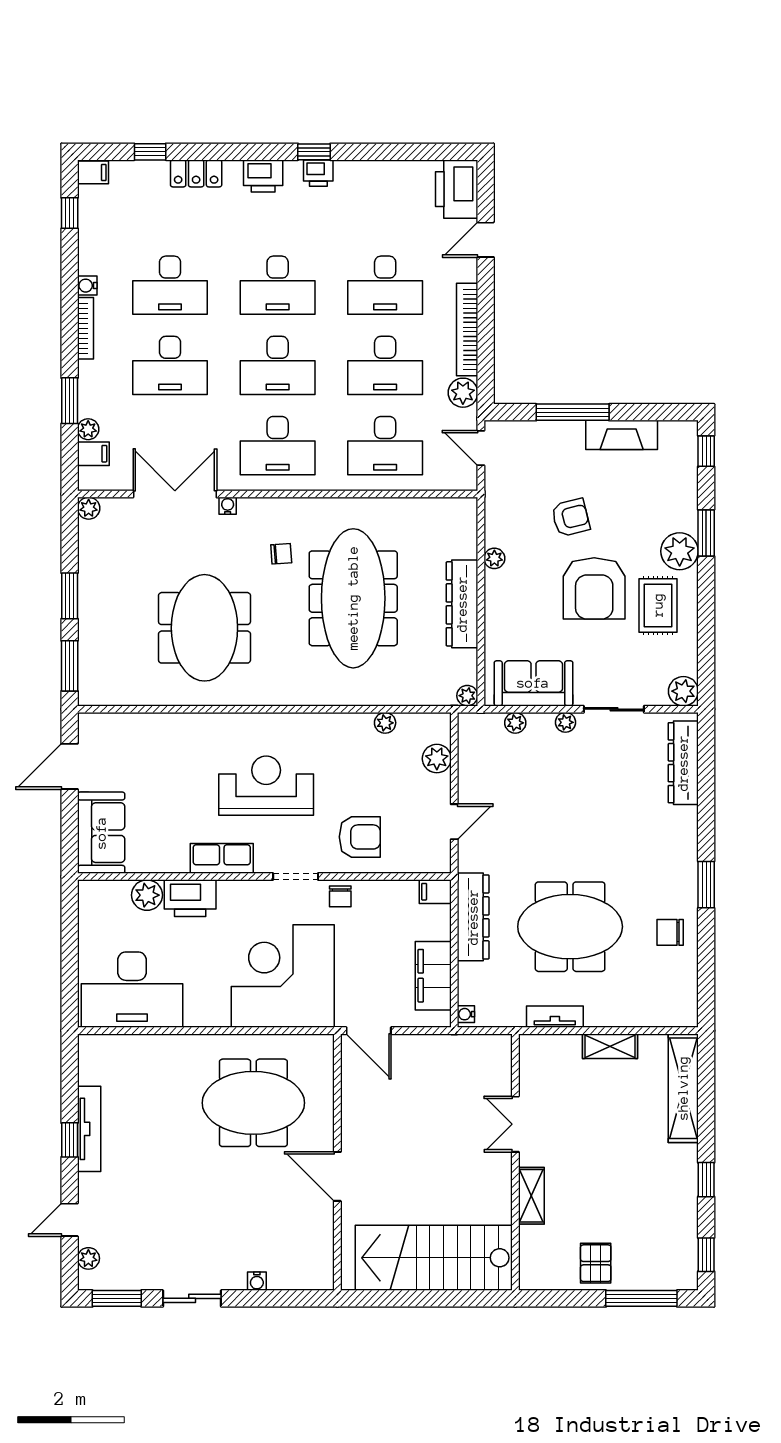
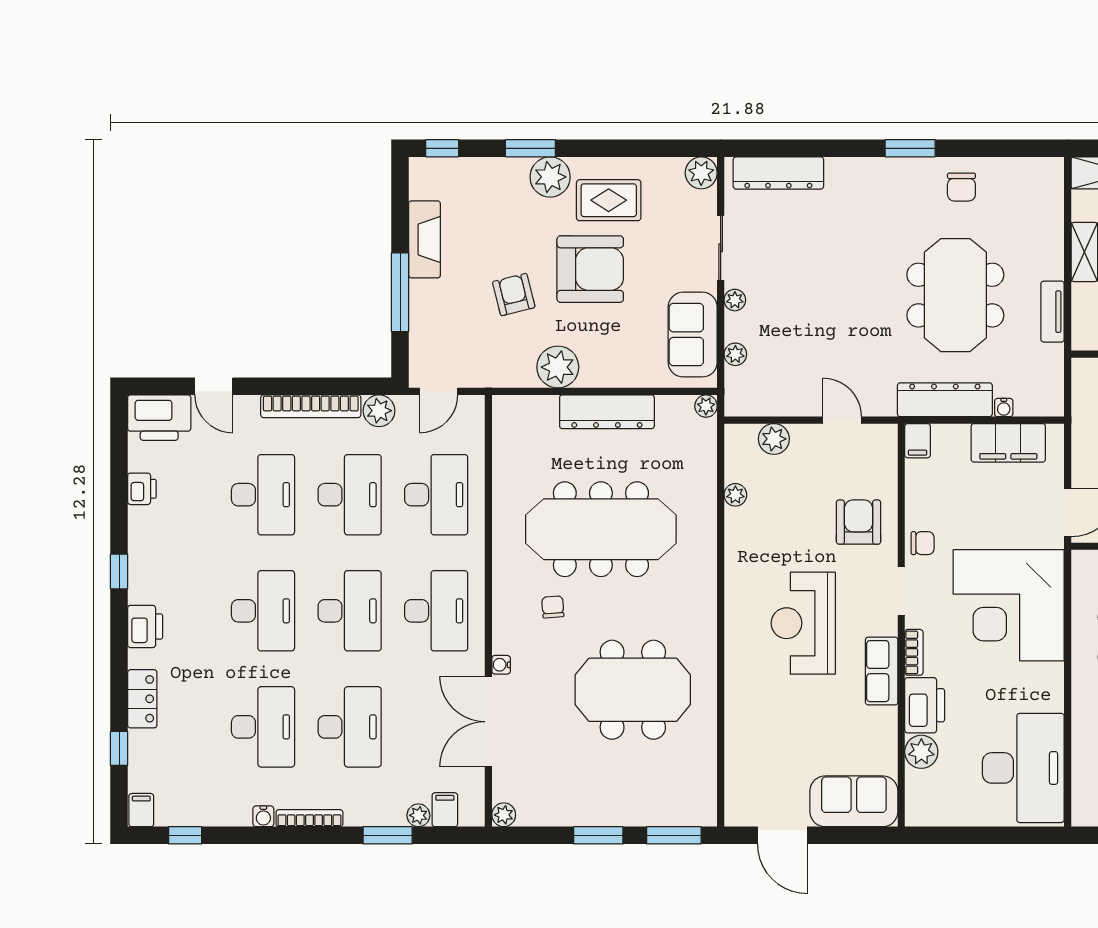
printer: (318, 173) -> (142, 489), moved
plant: (494, 558) -> (558, 367), width x1.88, depth x1.88
bookcase: (239, 888) -> (914, 652), added
water cooler: (466, 1014) -> (1004, 408), moved

